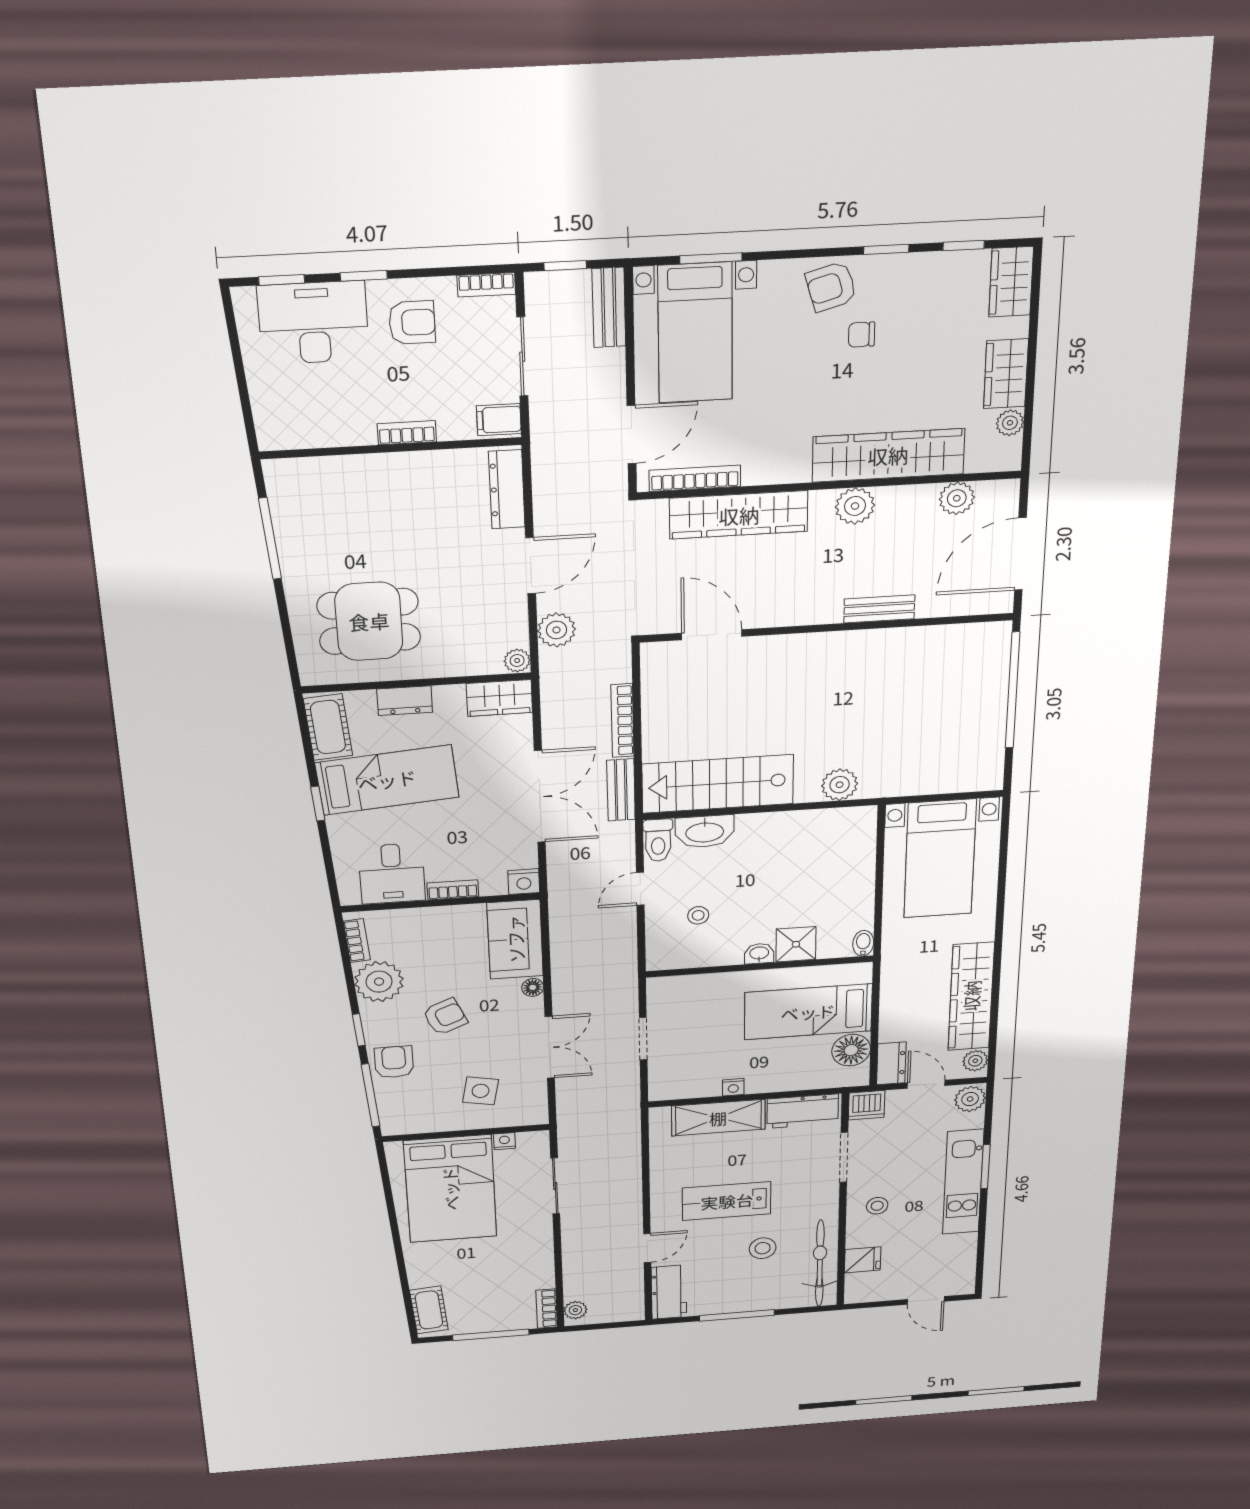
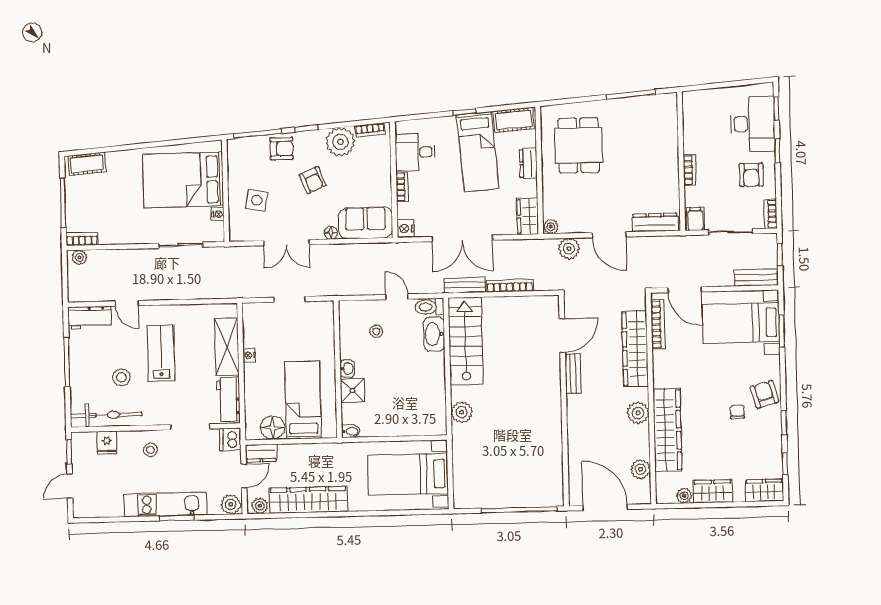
bench: (879, 609) -> (573, 374), moved
window: (874, 1304) -> (69, 452), added

